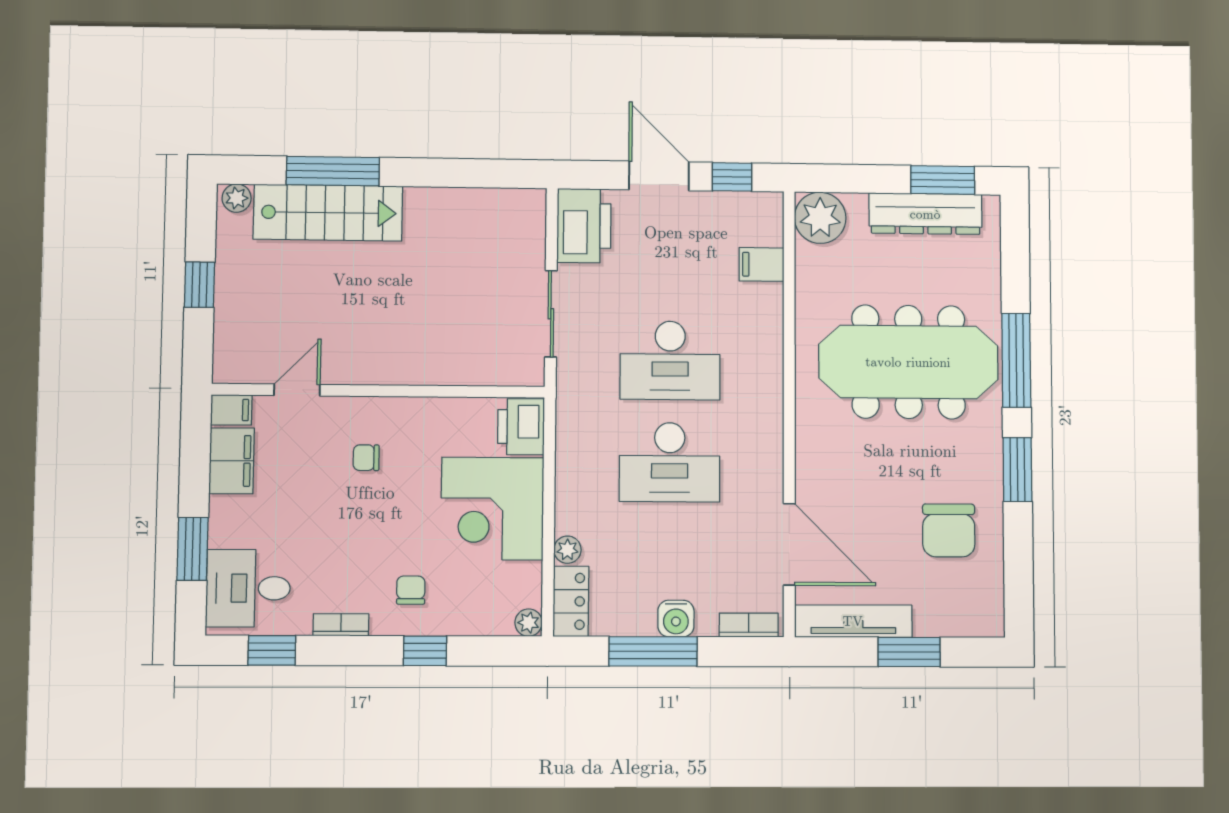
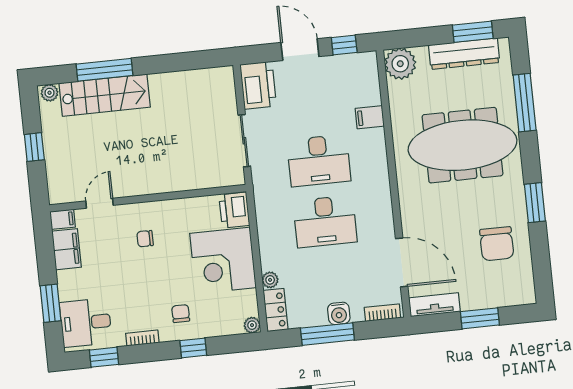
filing cabinet: (761, 264) -> (370, 117), moved
window: (1016, 360) -> (525, 103), moved
tv unit: (853, 621) -> (434, 305), width x0.71

